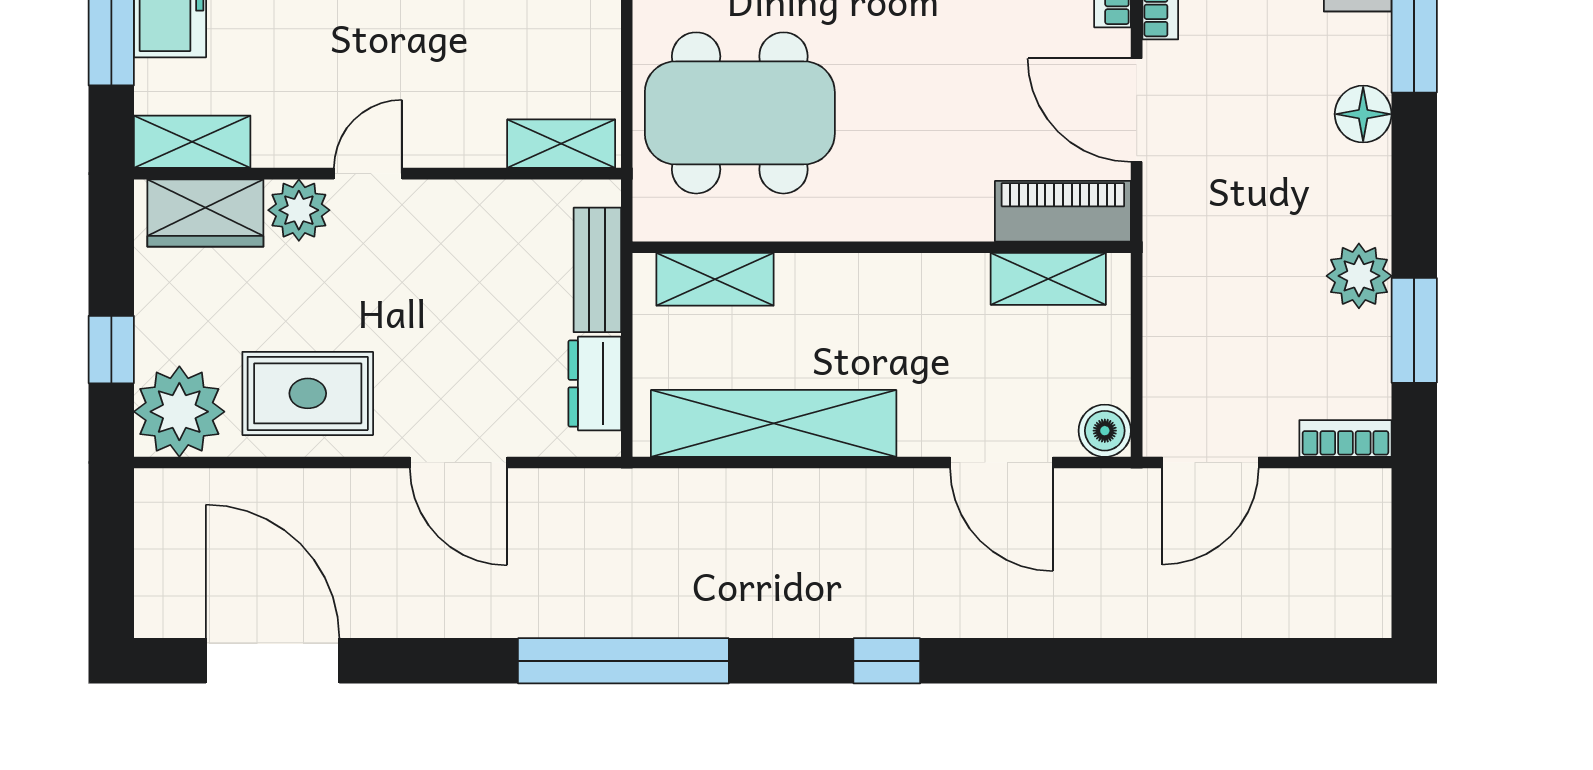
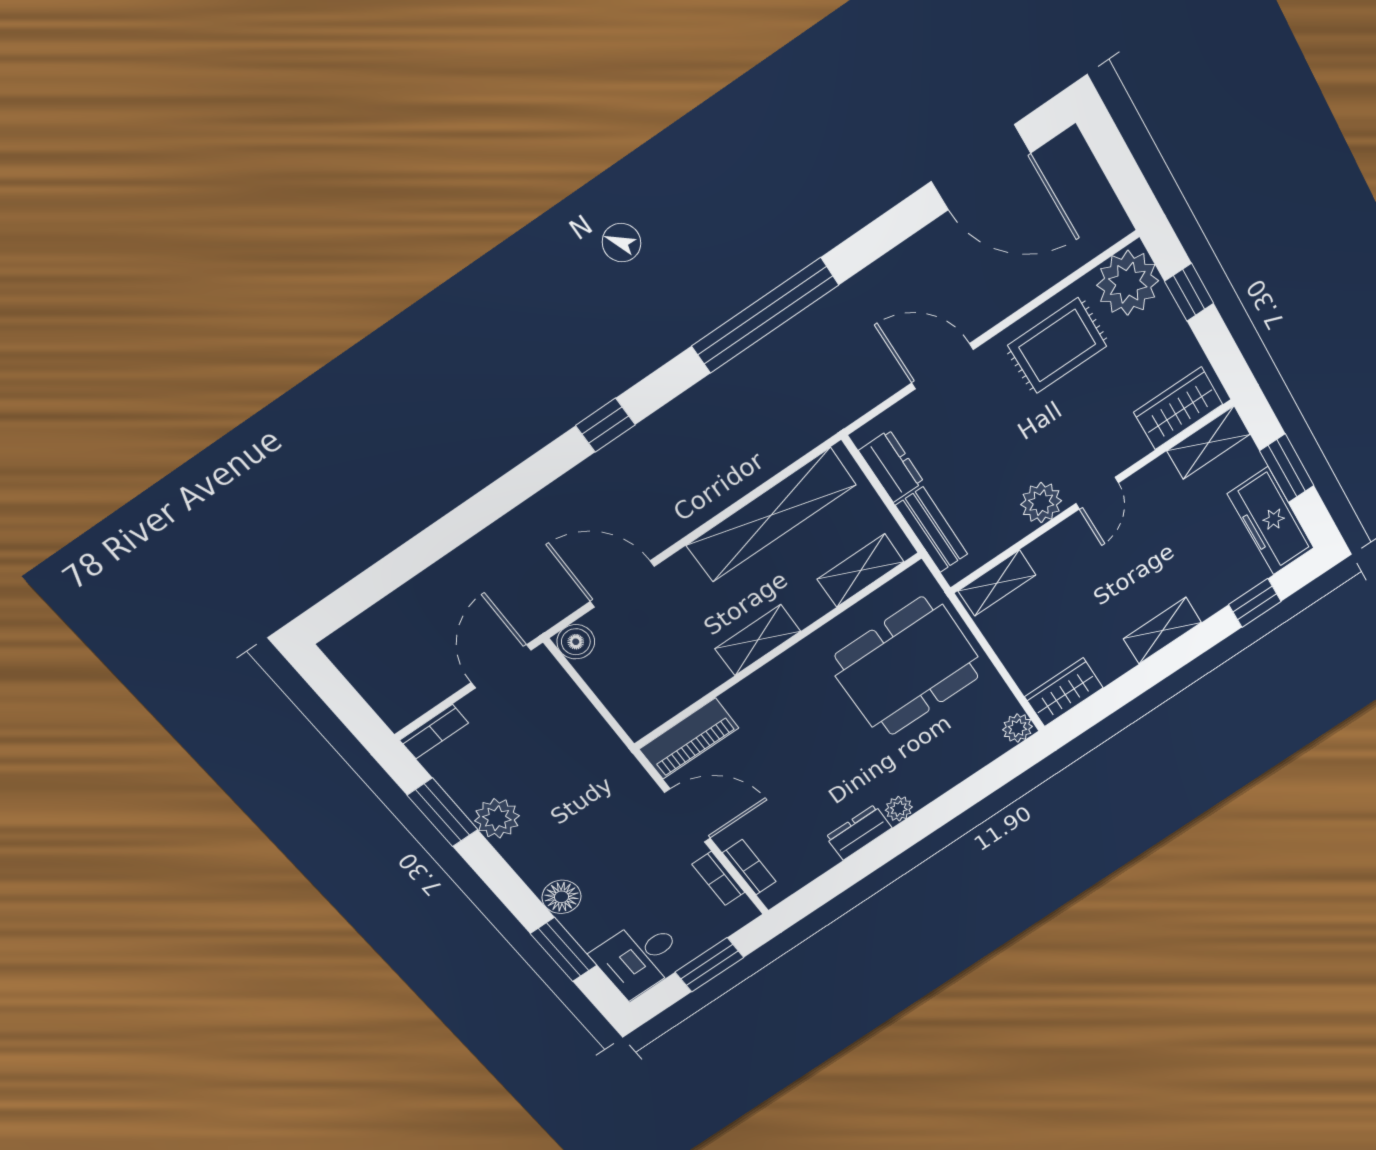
plant: (299, 210) -> (1041, 503), moved
shelving: (1048, 279) -> (758, 640), moved

